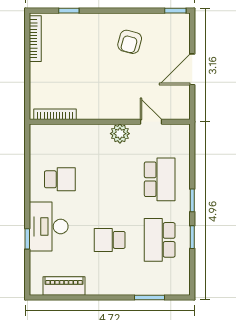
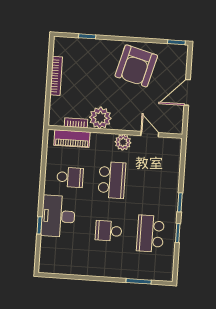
bookcase: (35, 39) -> (56, 76), moved
armchair: (130, 42) -> (136, 66), width x1.88, depth x1.88
plant: (91, 106) -> (100, 118), added
bookcase: (55, 114) -> (76, 123), width x0.64
school desk: (160, 179) -> (112, 180), moved
piano: (64, 286) -> (72, 139), moved, turned 180

